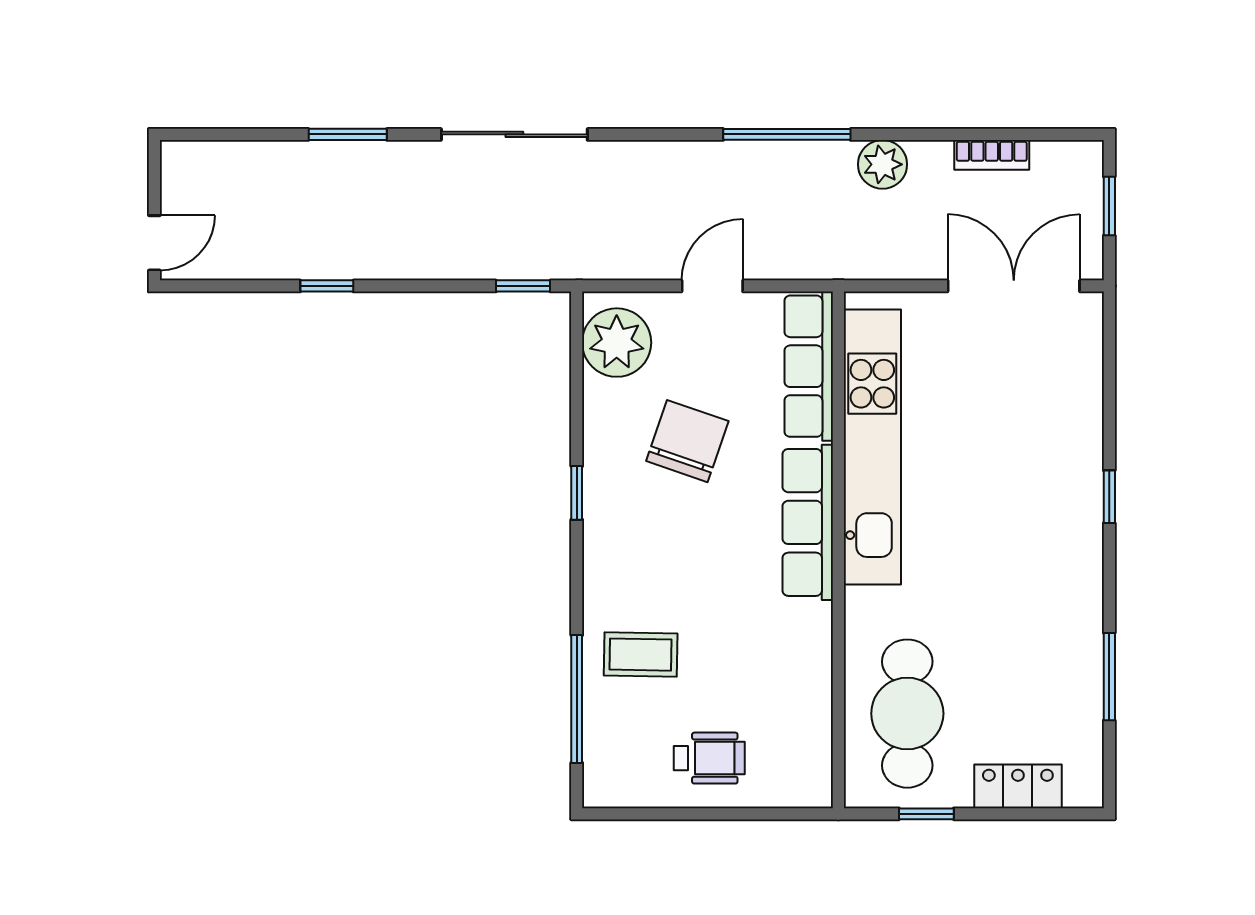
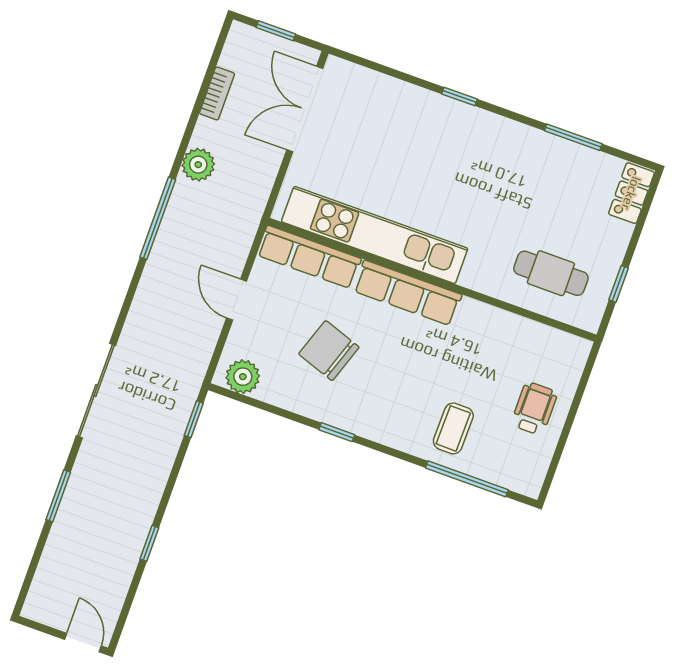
plant: (617, 343) -> (243, 377), width x0.73, depth x0.73
cafe table: (907, 714) -> (551, 273), width x0.73, depth x0.74
locker: (1018, 786) -> (631, 193), moved

